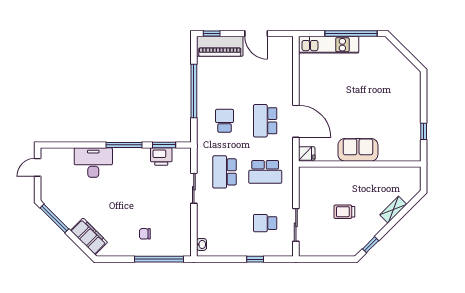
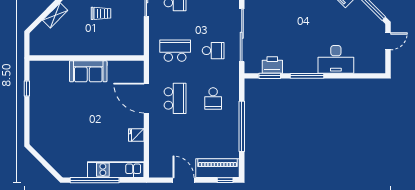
fridge: (307, 153) -> (136, 135), moved
door: (38, 167) -> (388, 41), moved
school desk: (225, 172) -> (213, 51), width x0.54
sliding door: (194, 188) -> (242, 35), width x1.86

